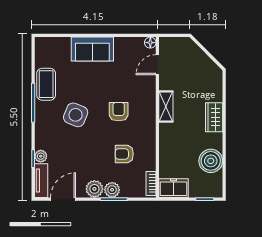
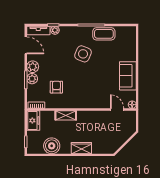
sofa: (92, 49) -> (128, 76), moved
shelving: (166, 106) -> (66, 115), moved
armchair: (119, 112) -> (85, 83), removed

